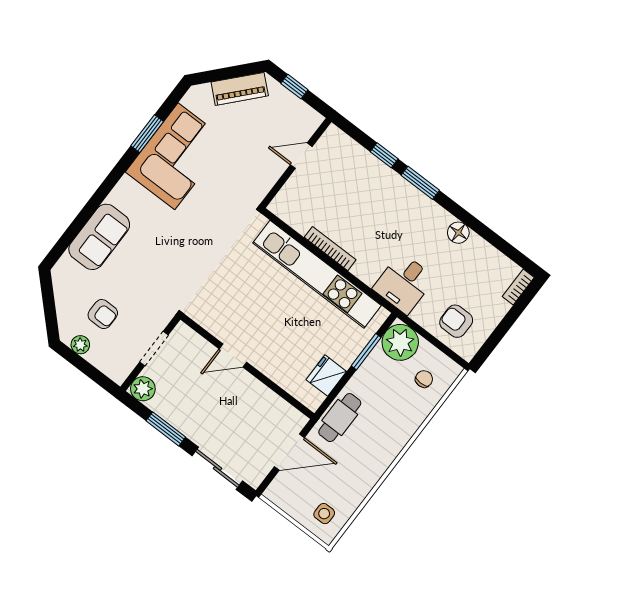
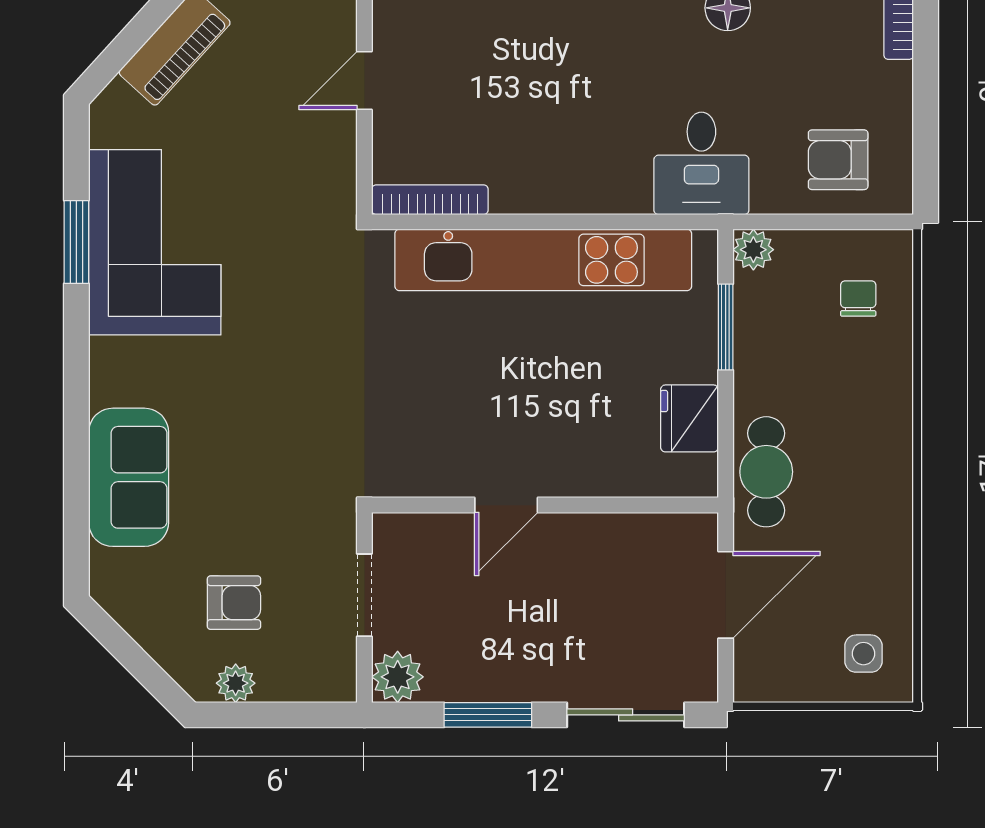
bookcase: (330, 249) -> (430, 200), moved
plant: (400, 342) -> (753, 250), width x0.53, depth x0.53

